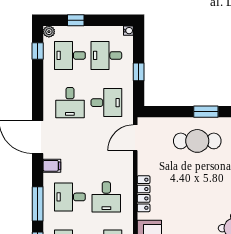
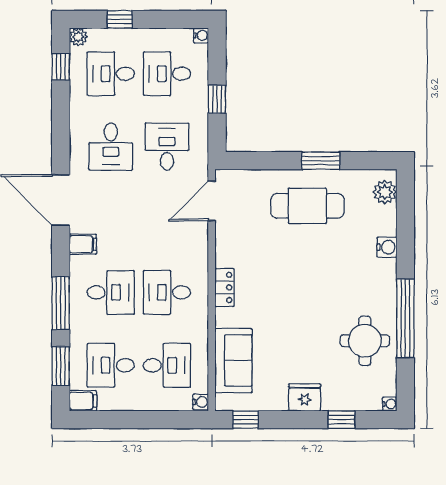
desk: (106, 103) -> (167, 147), turned -90
locker: (144, 194) -> (224, 287), width x0.66
desk: (70, 197) -> (111, 292), turned 180
desk: (106, 197) -> (167, 292), turned 90

